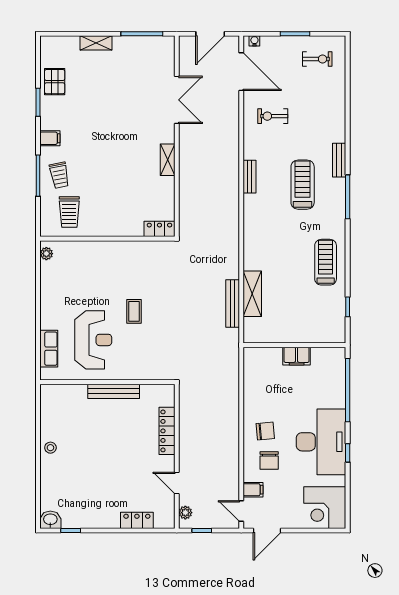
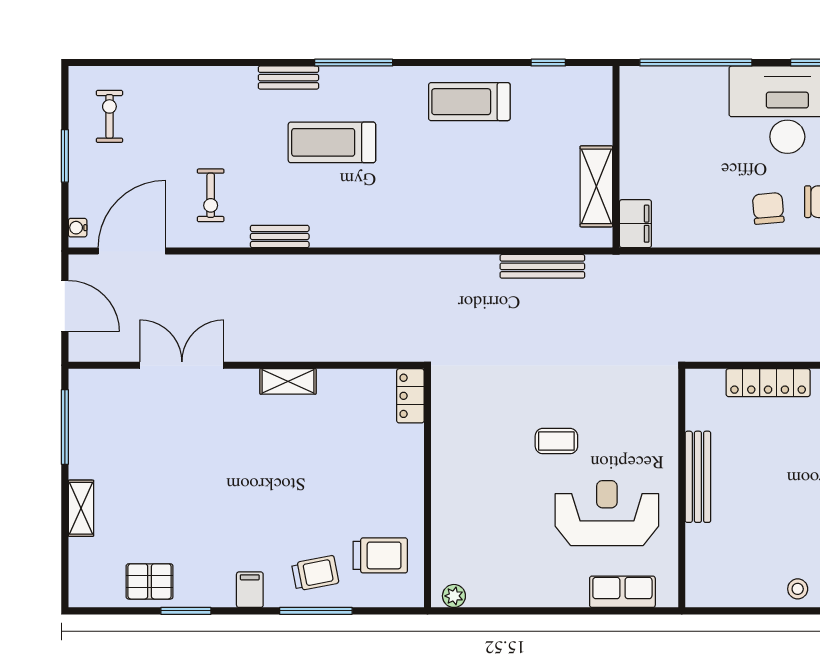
bench: (249, 177) -> (280, 236), moved
shelving: (252, 294) -> (596, 186), moved, turned 90
filing cabinet: (297, 356) -> (635, 224), moved

